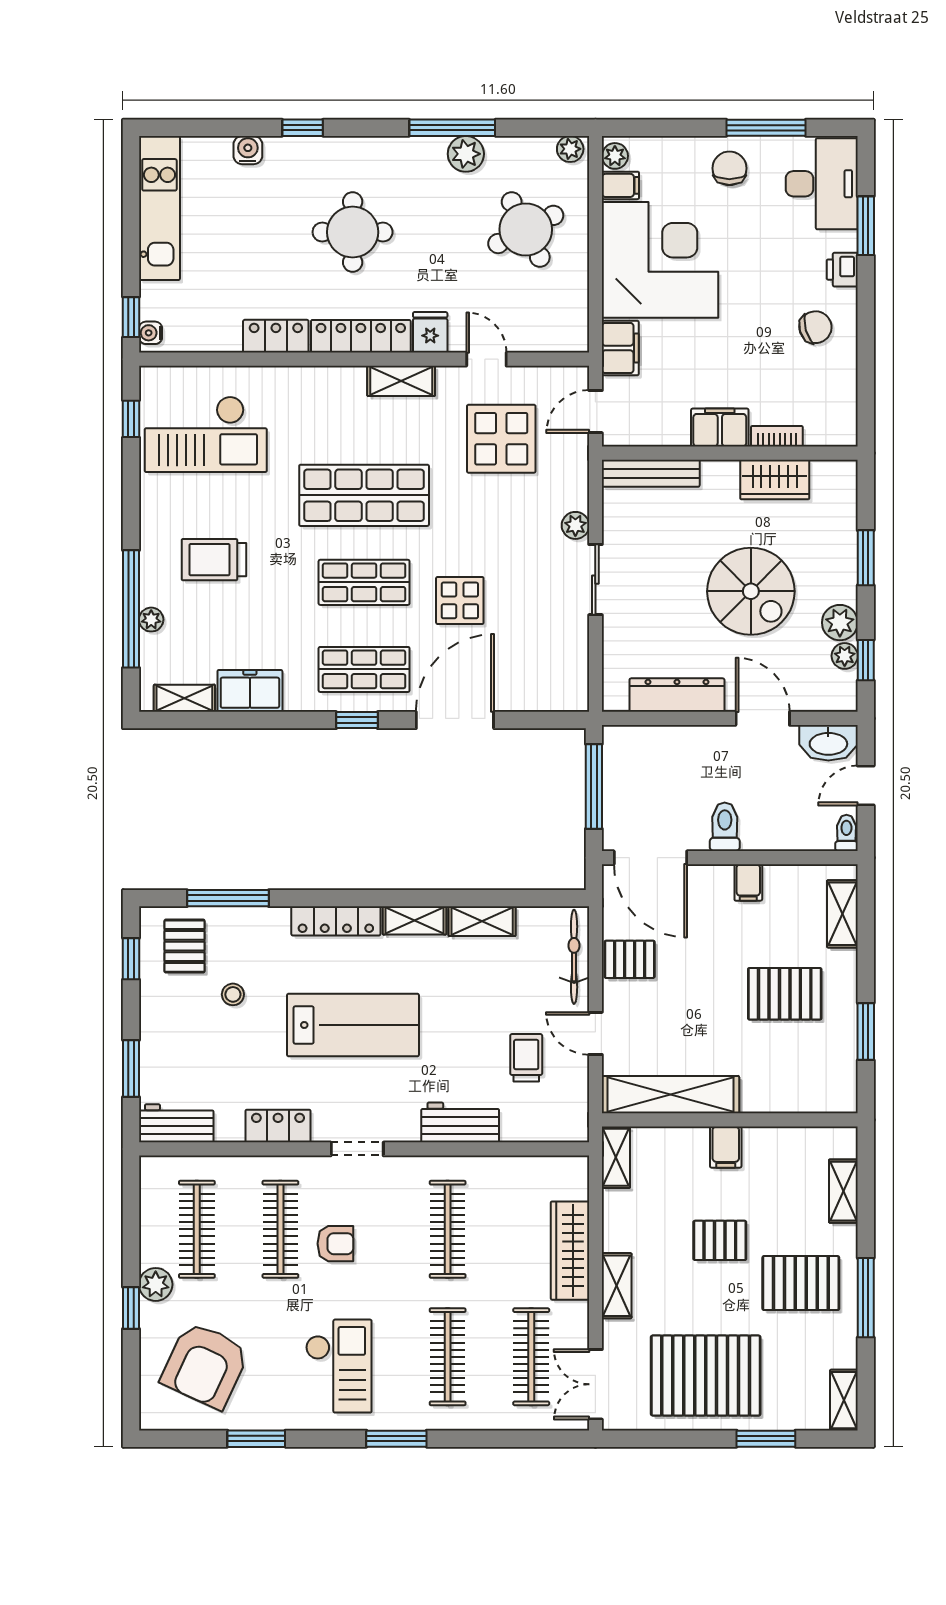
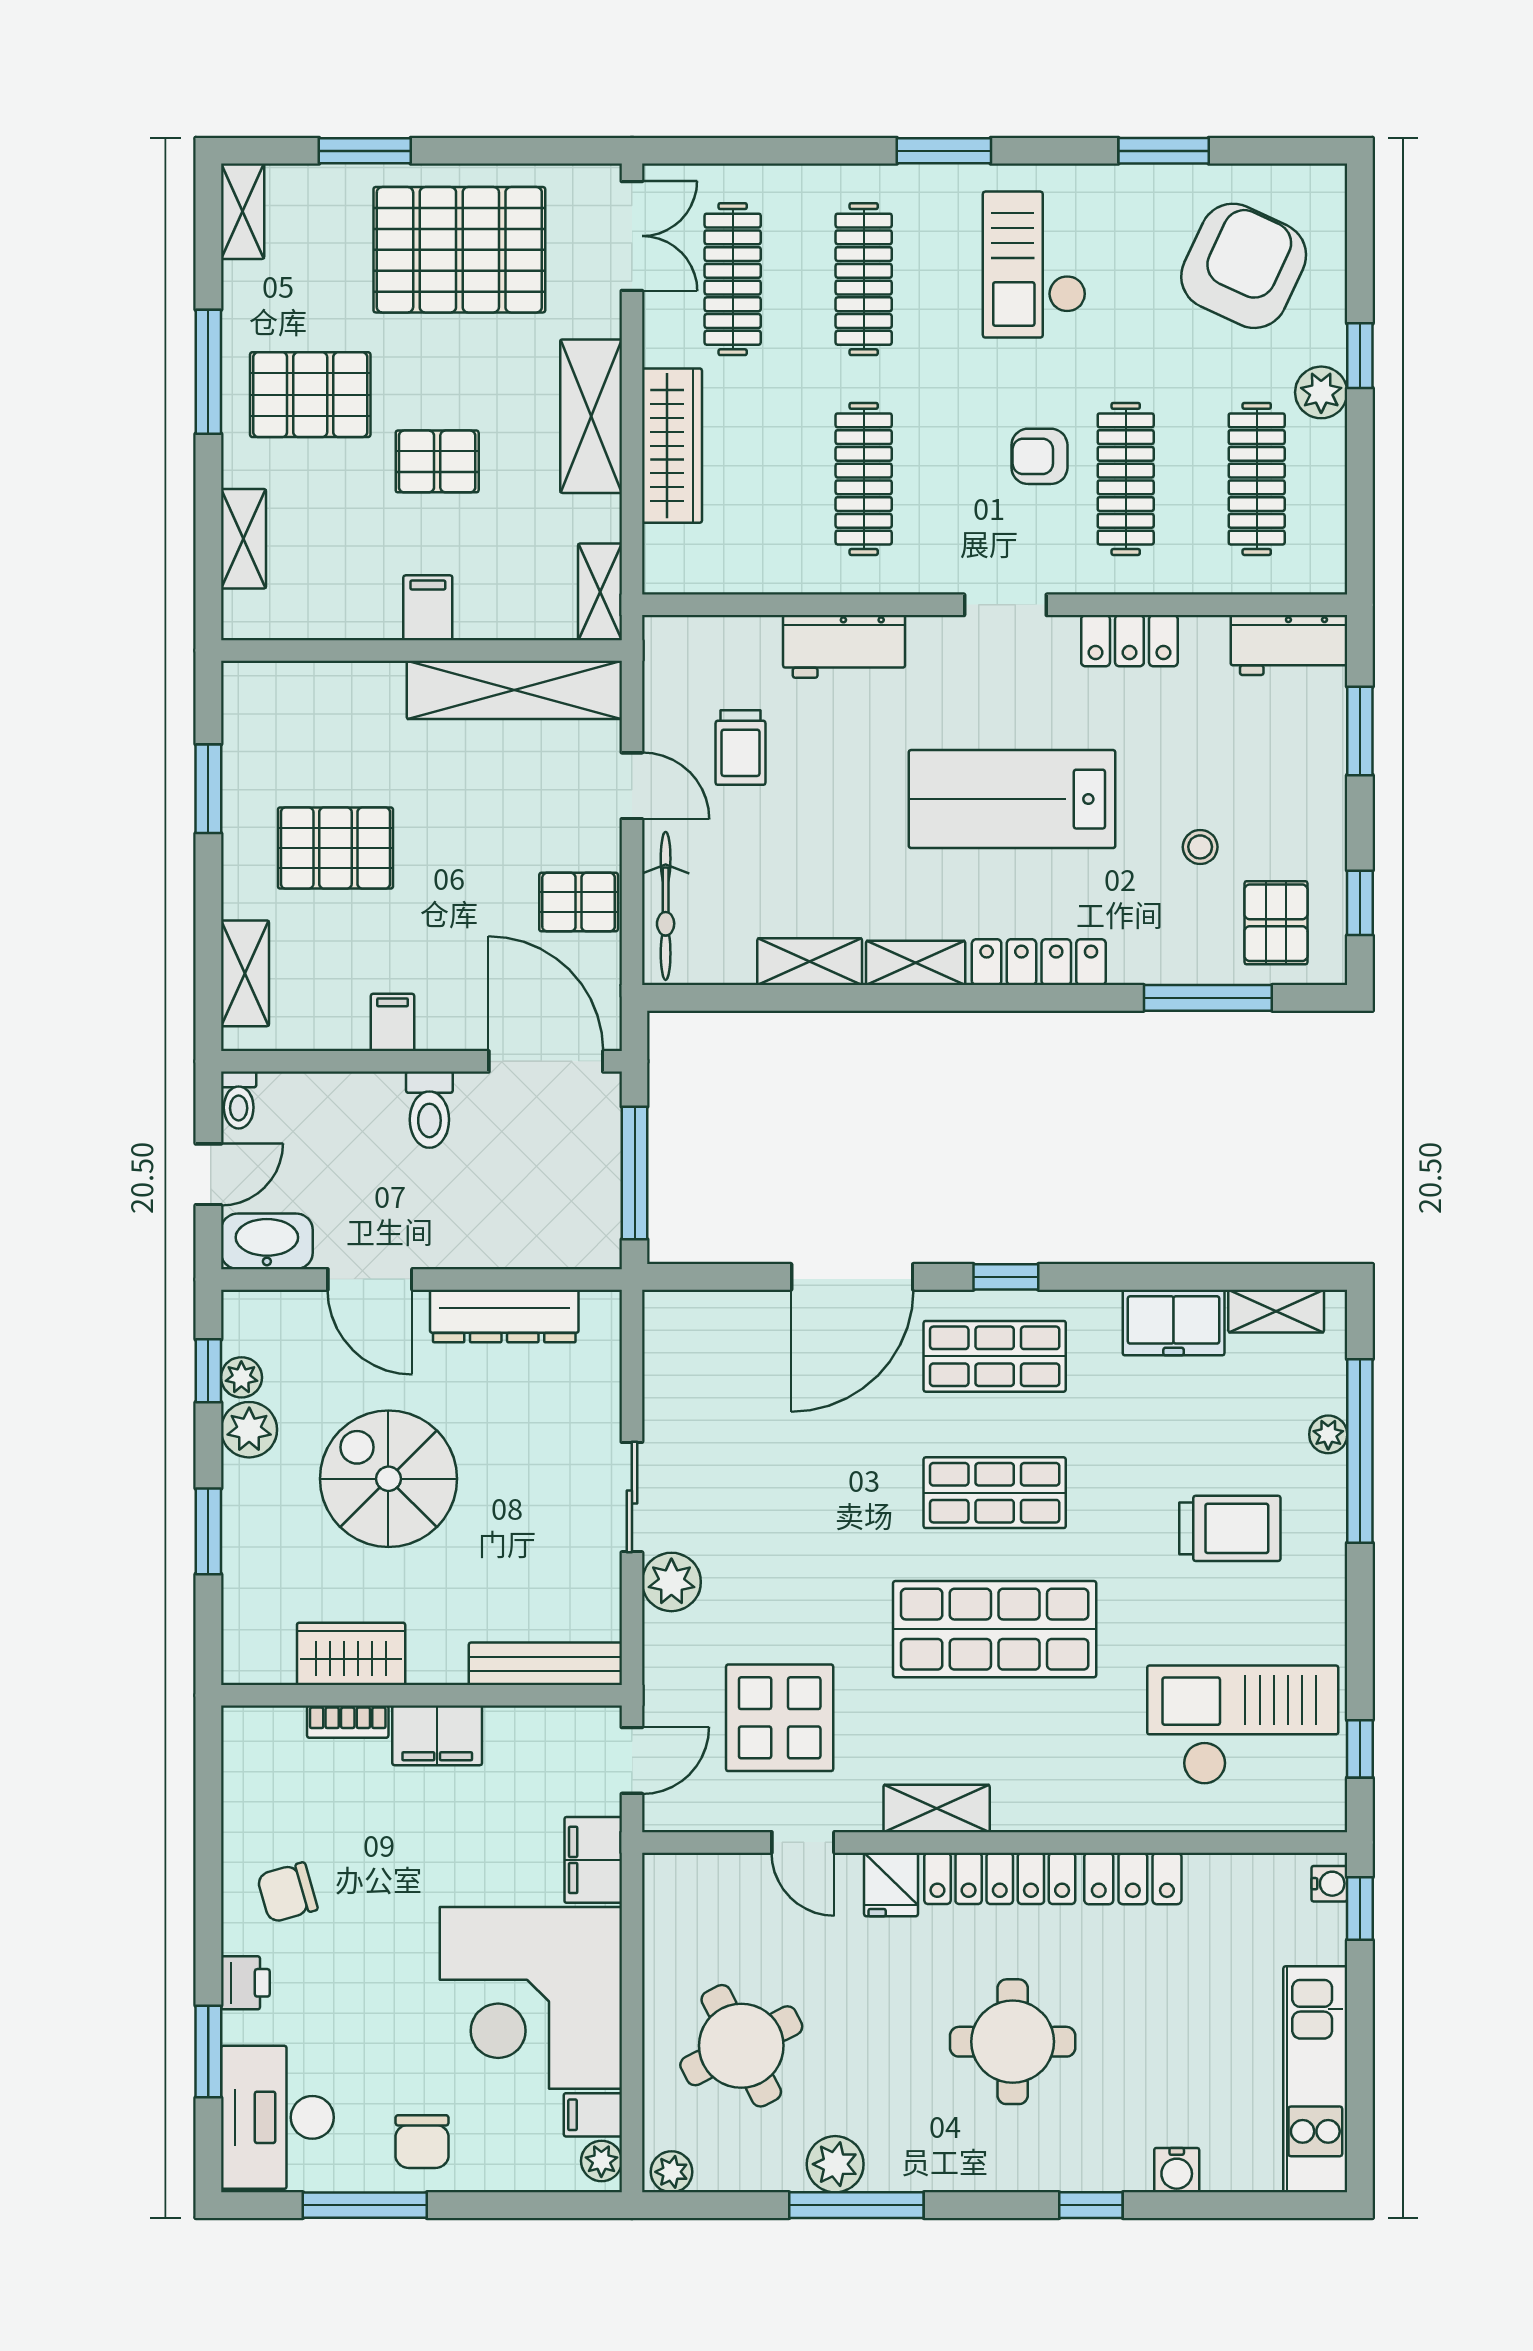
plant: (575, 525) -> (671, 1582), width x1.38, depth x1.38
display table: (460, 600) -> (845, 1464), removed
shelving: (617, 1286) -> (591, 416), width x1.50, depth x1.33

